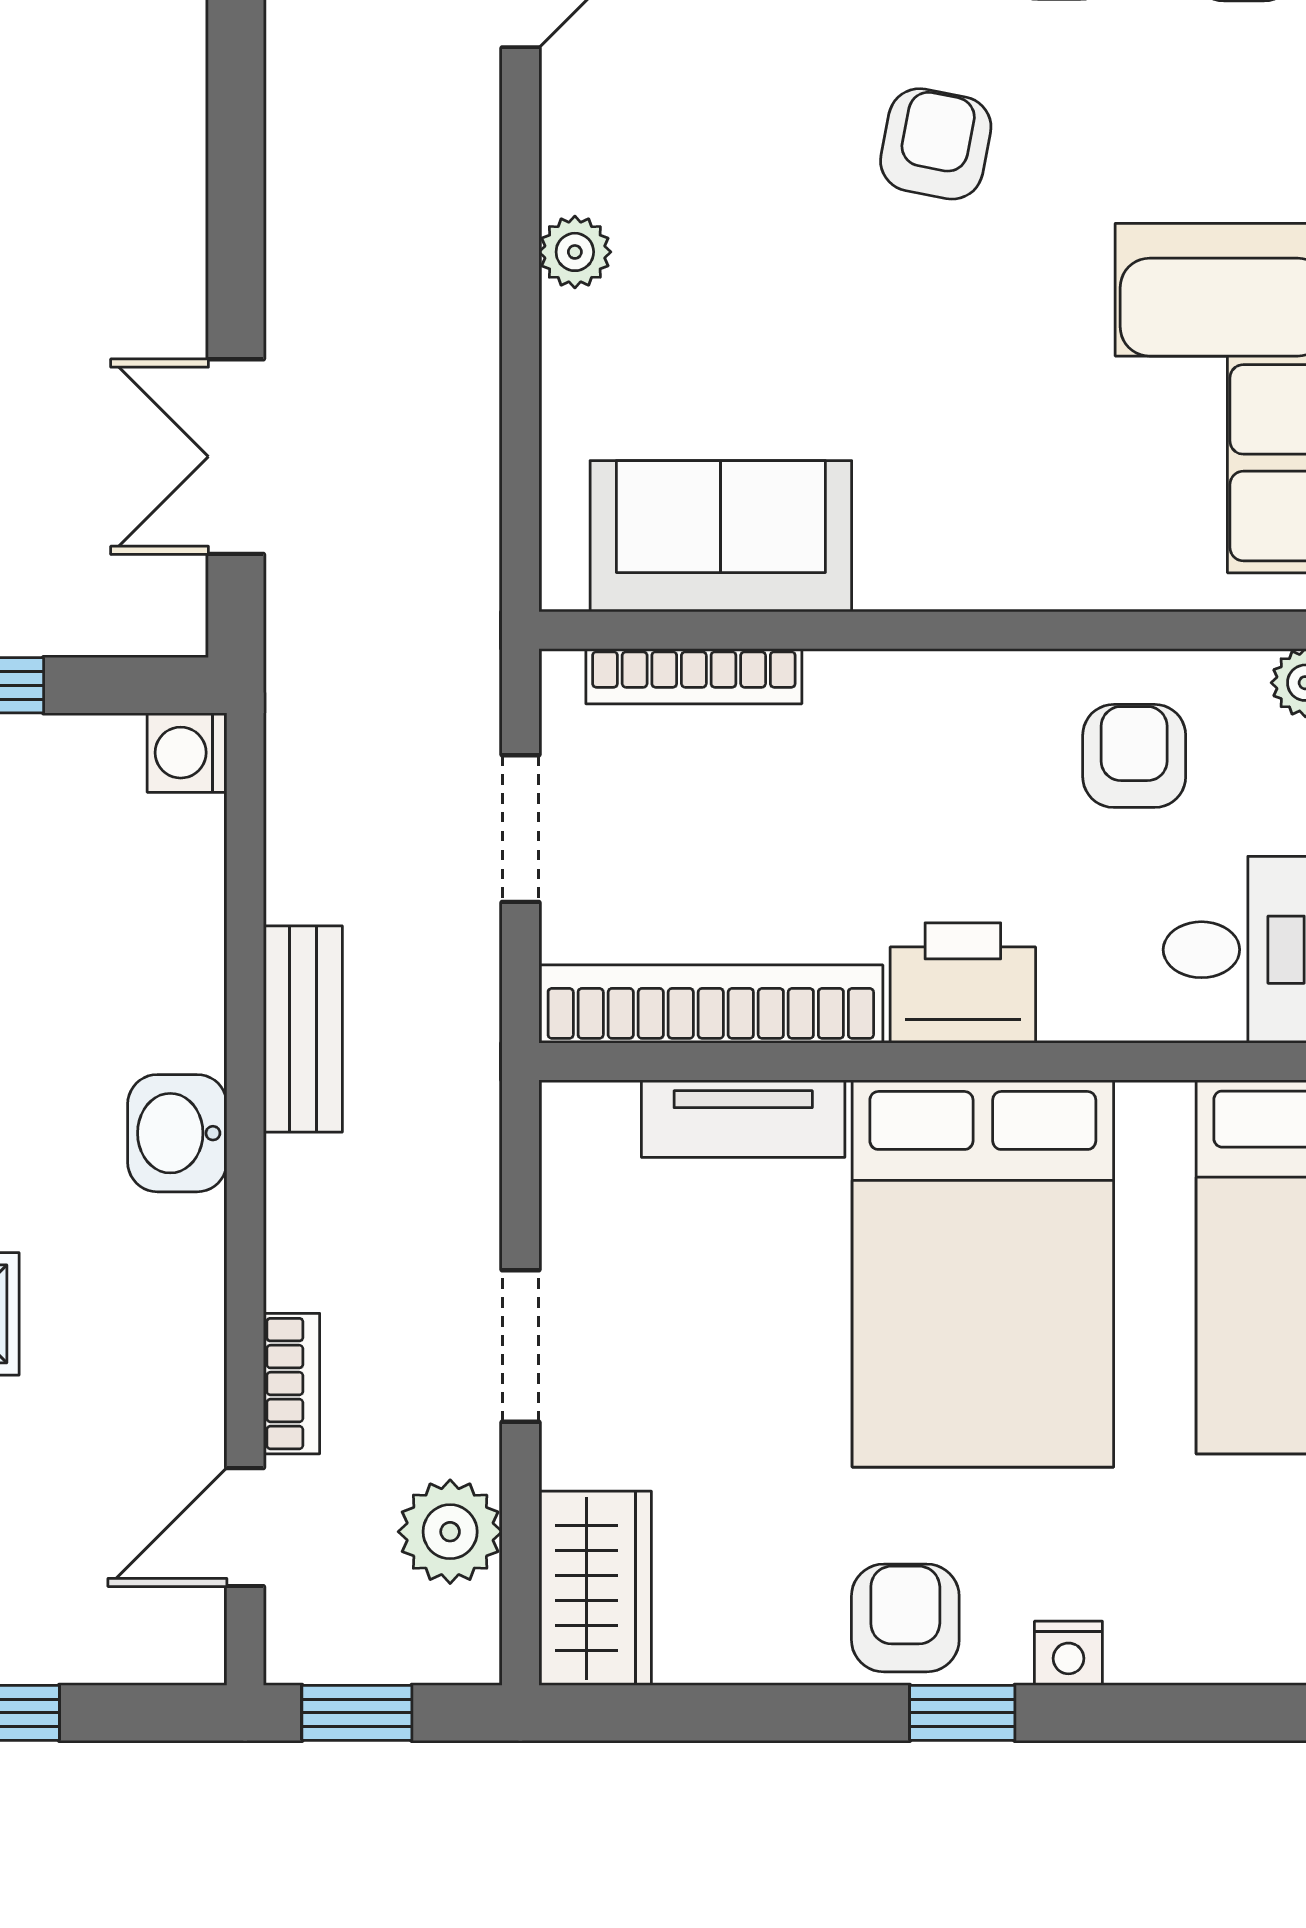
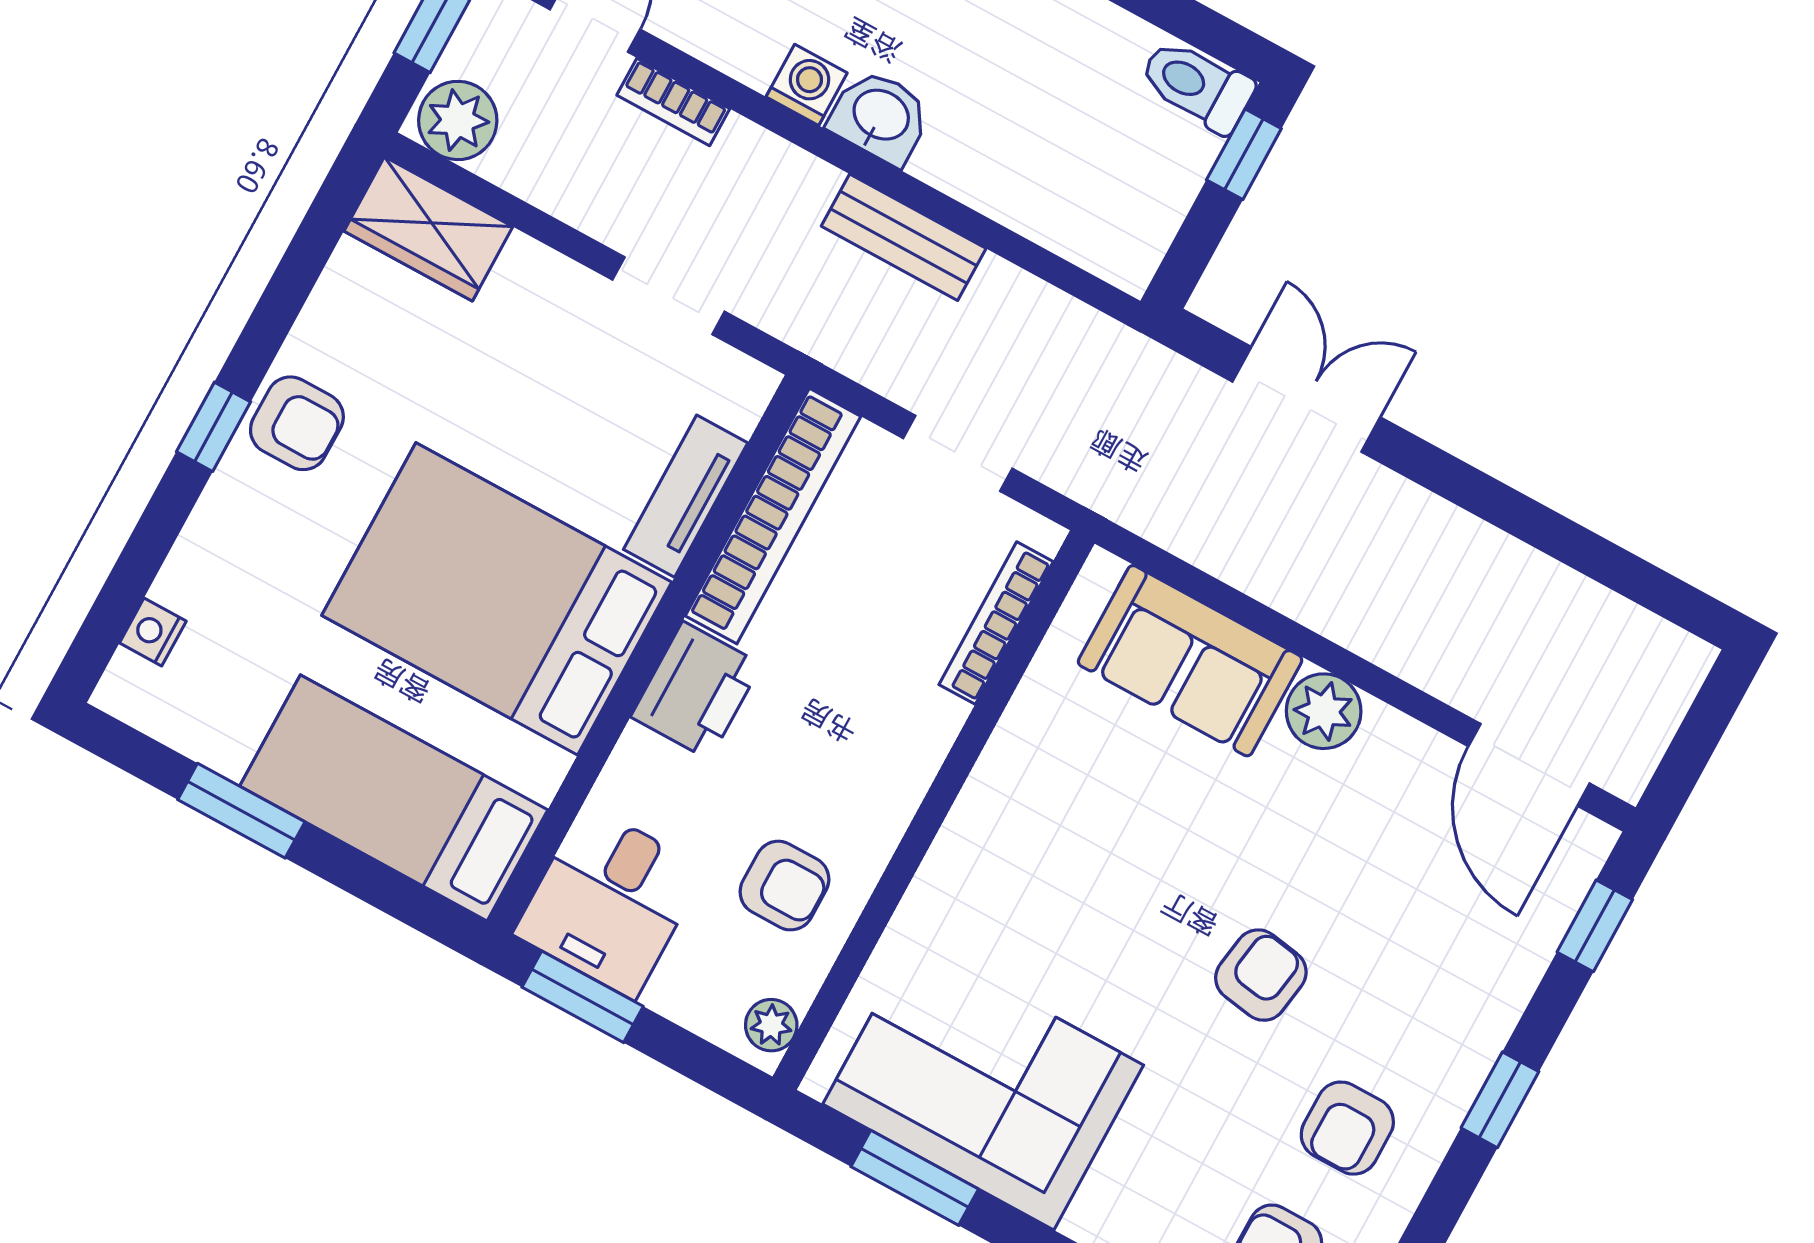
armchair: (936, 144) -> (1261, 975), turned -92
plant: (575, 252) -> (1324, 711), width x1.38, depth x1.38
sofa: (721, 536) -> (1190, 661), moved, turned 90
washing machine: (187, 753) -> (807, 85), moved
doorway: (520, 1346) -> (669, 296), moved
plant: (450, 1532) -> (458, 120), moved
nightstand: (1068, 1653) -> (153, 632), moved

